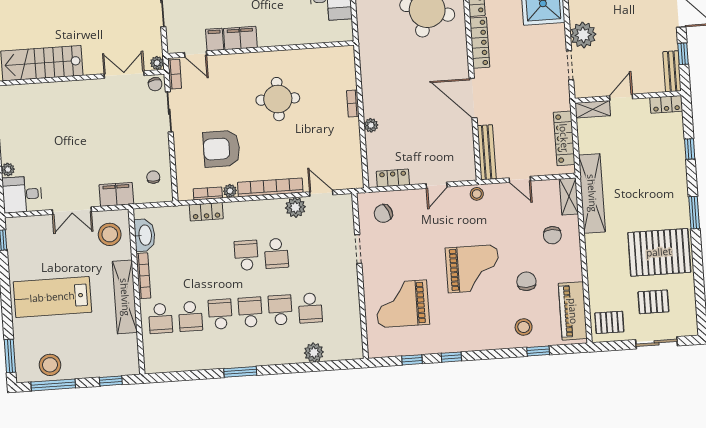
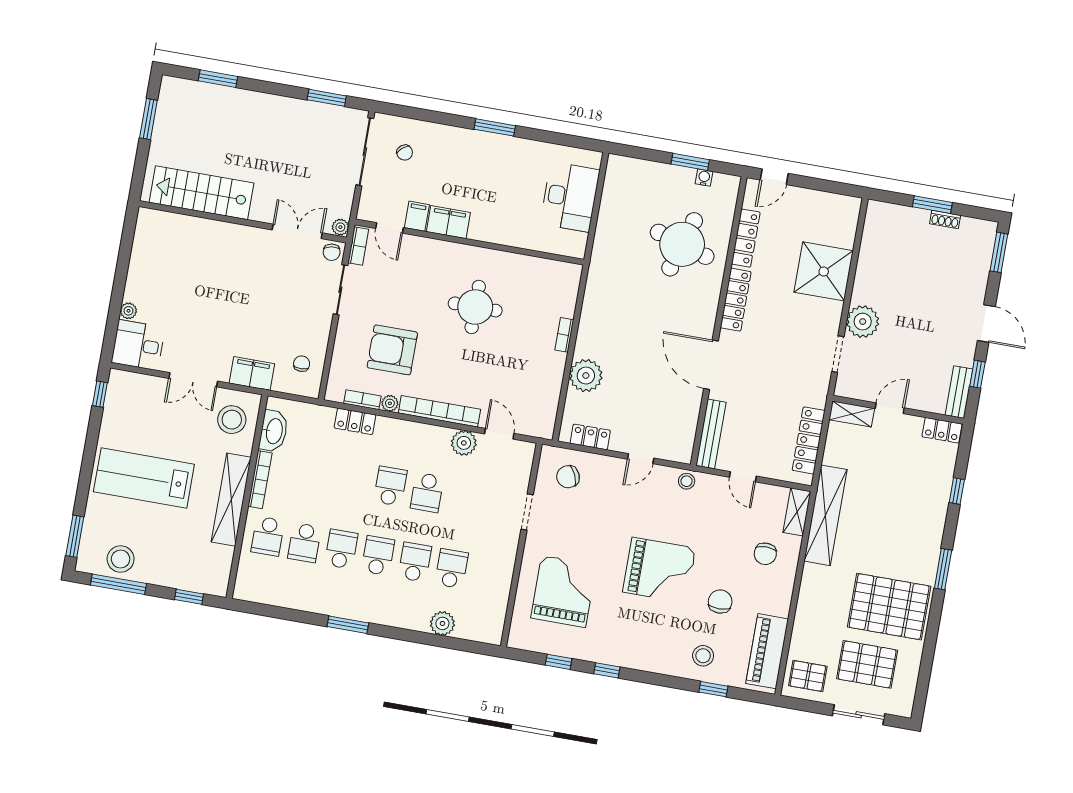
plant: (371, 125) -> (586, 376), width x1.88, depth x1.88
pallet: (653, 302) -> (867, 664), width x1.50, depth x1.42
grand piano: (402, 304) -> (564, 591), turned 90
school desk: (310, 308) -> (452, 569), turned 180

